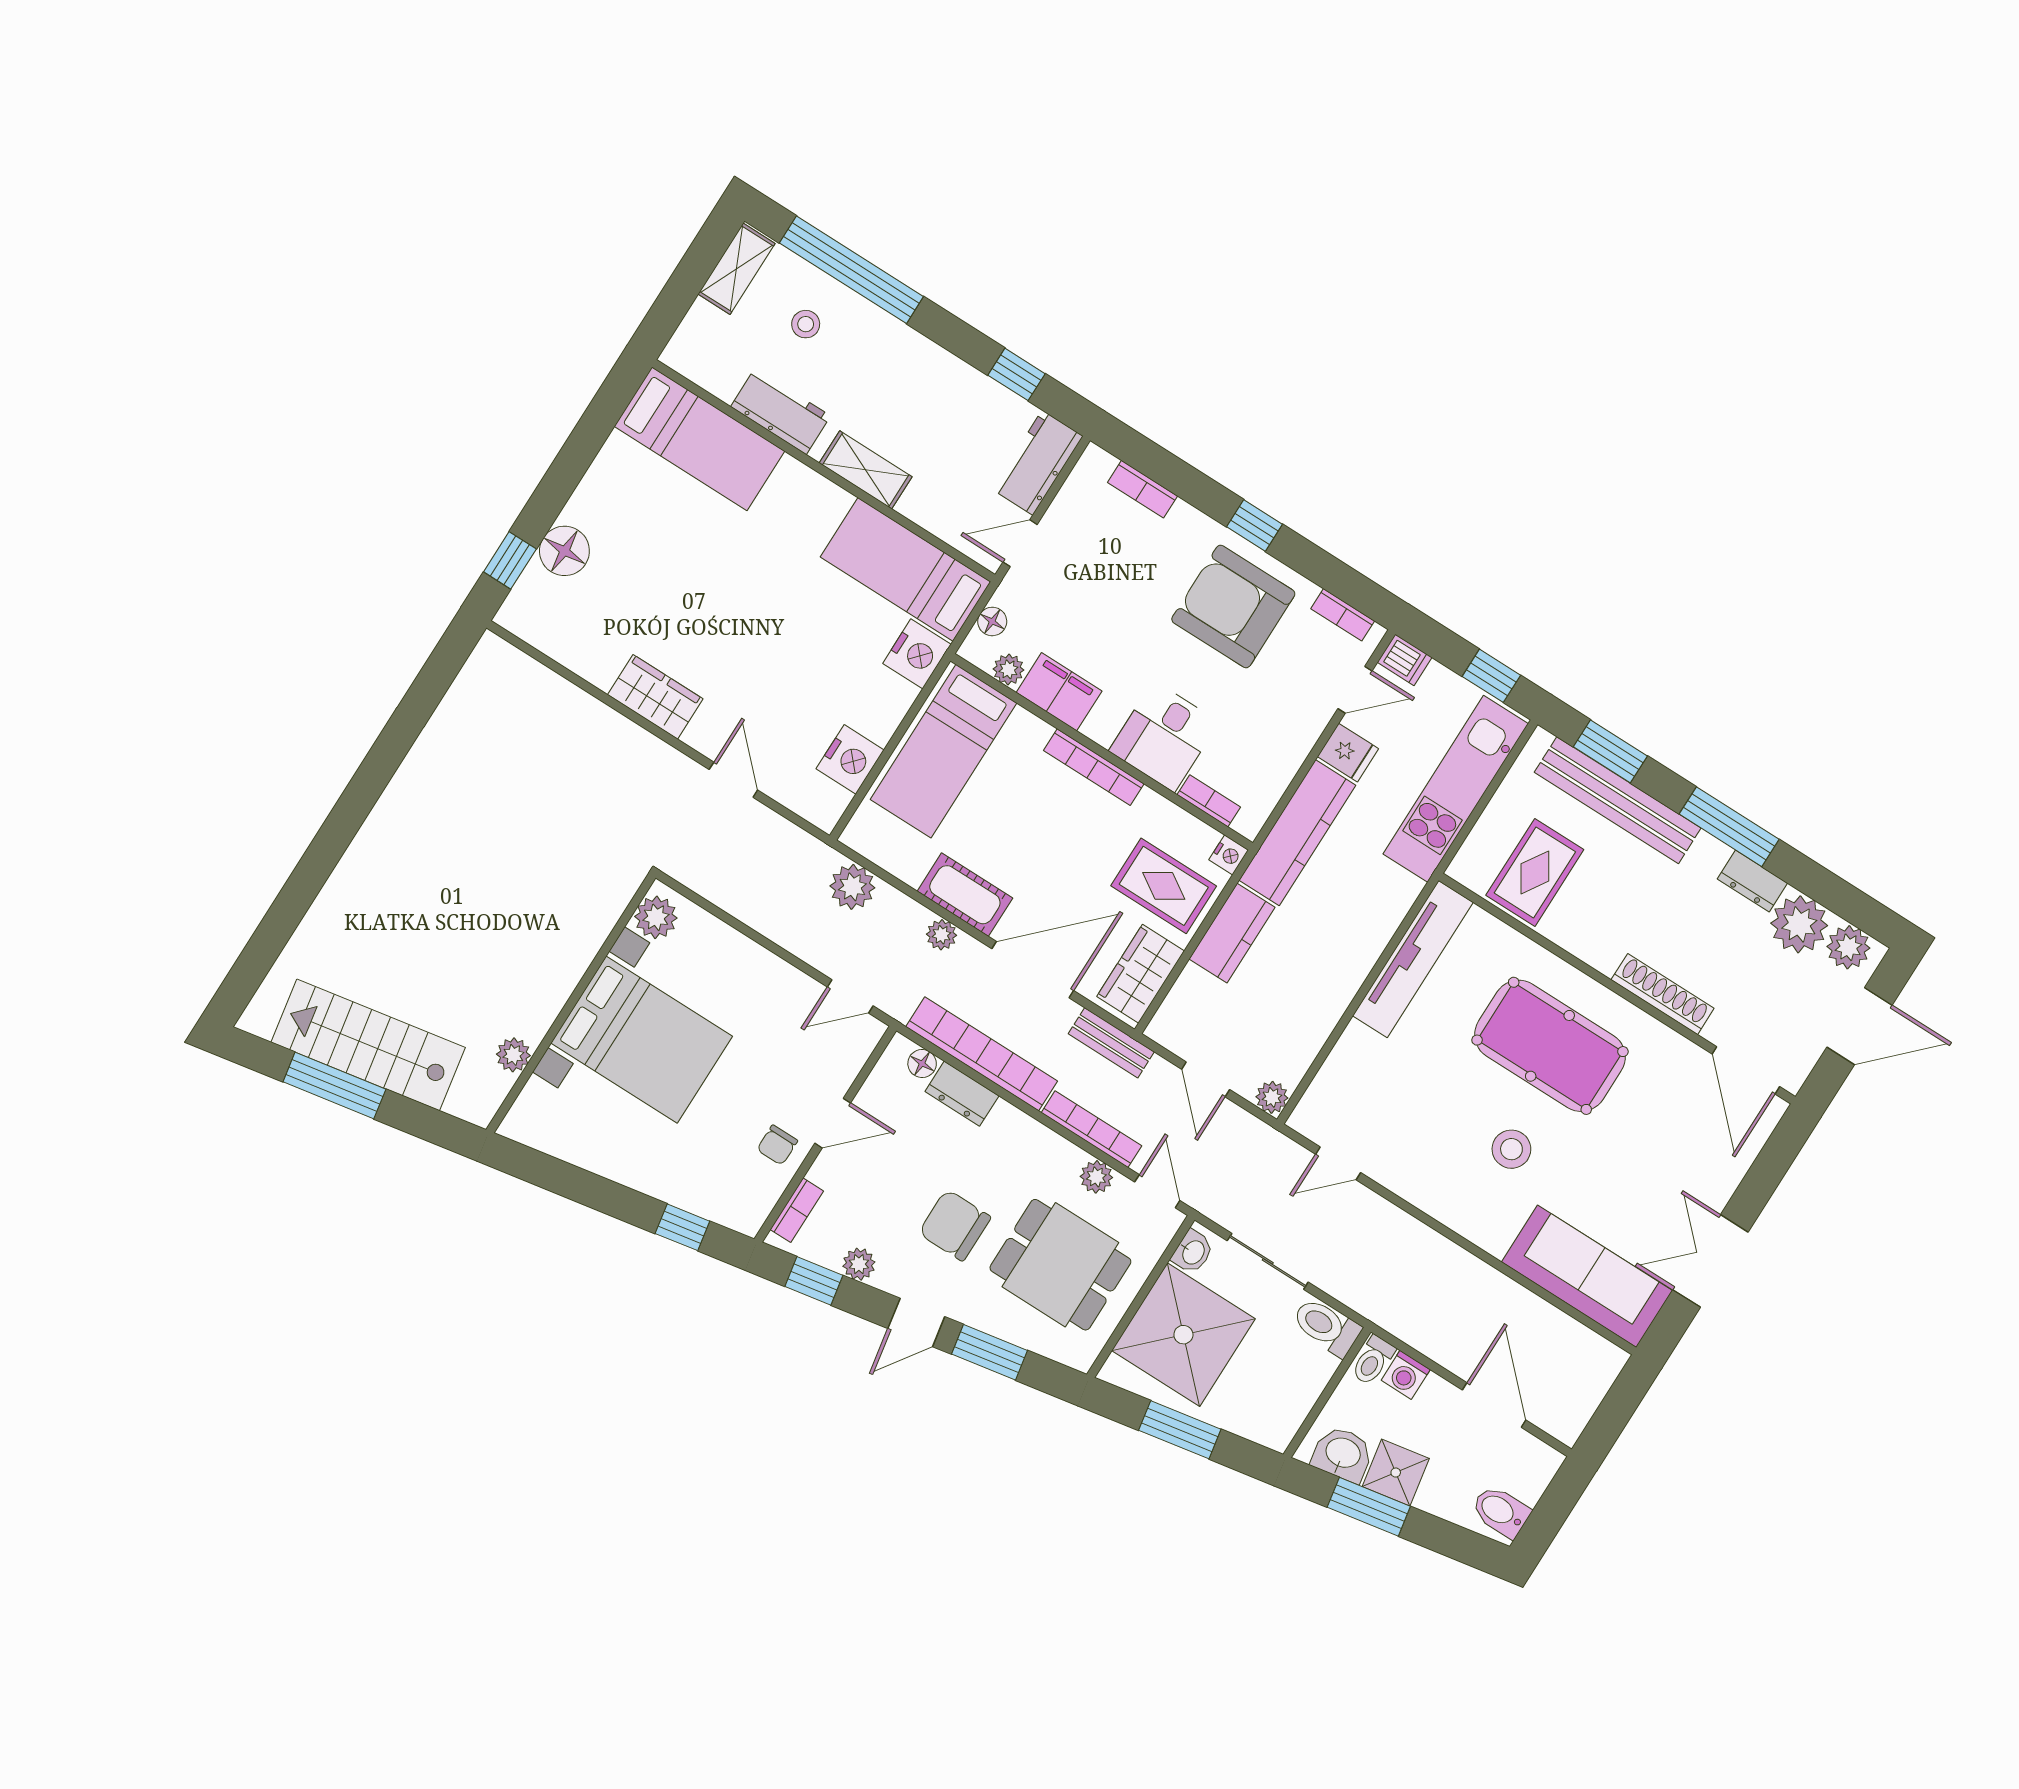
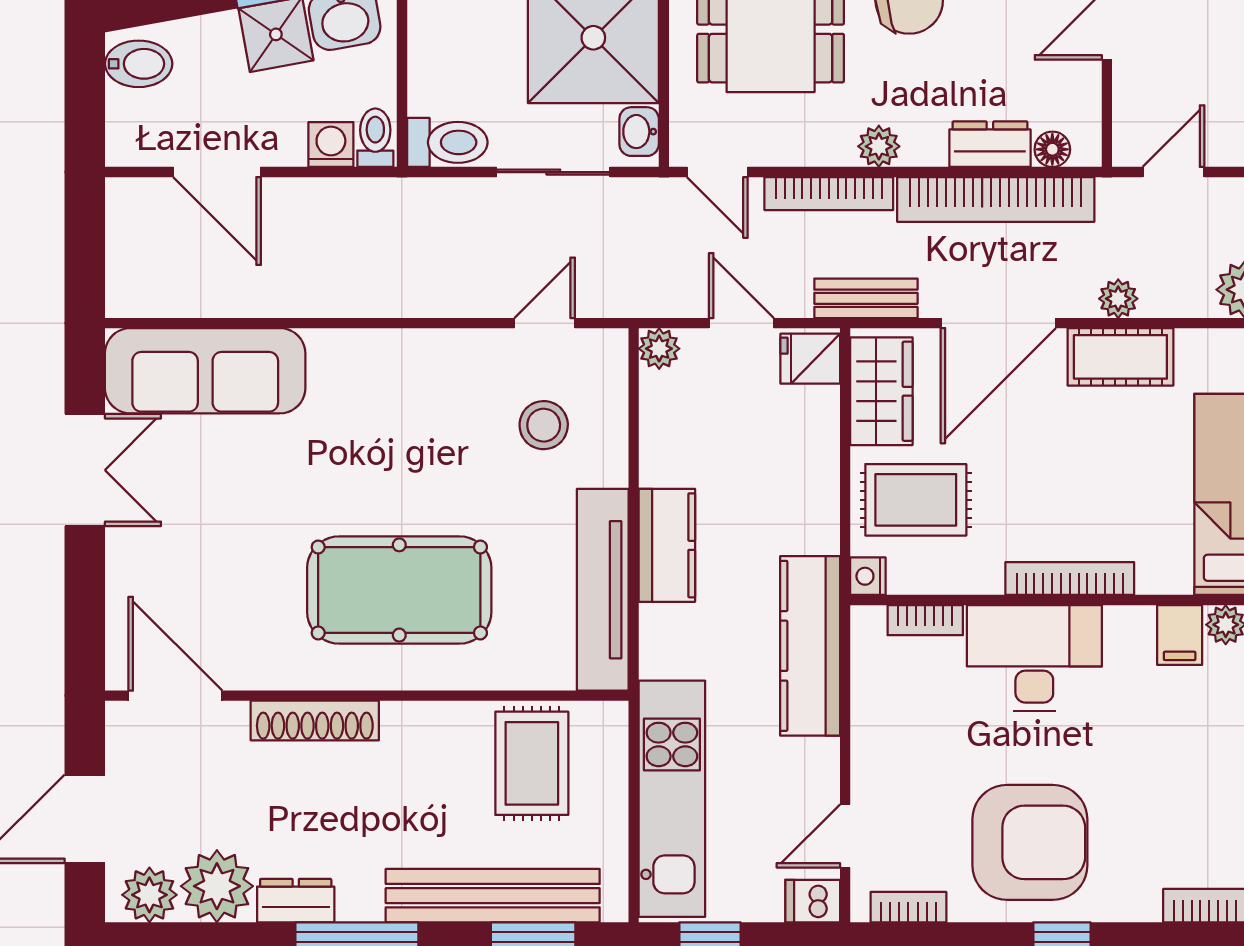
filing cabinet: (1059, 692) -> (1180, 635), width x0.50
desk: (1164, 737) -> (1034, 658), width x1.37
fridge: (1348, 753) -> (810, 359), moved
kitchen counter: (1232, 933) -> (667, 545), moved, turned 180
stool: (1511, 1149) -> (544, 425), moved
plant: (1096, 1177) -> (879, 146), moved

